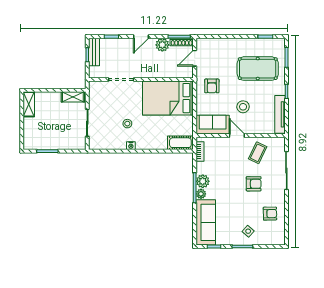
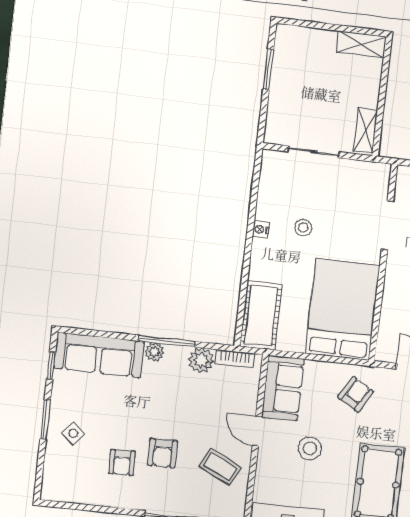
armchair: (212, 86) -> (356, 394), turned 121
door: (237, 136) -> (257, 431), swing flipped
cot: (180, 143) -> (261, 315), width x1.37, depth x1.34
plant: (203, 181) -> (201, 360), moved
armchair: (270, 214) -> (122, 462), moved

